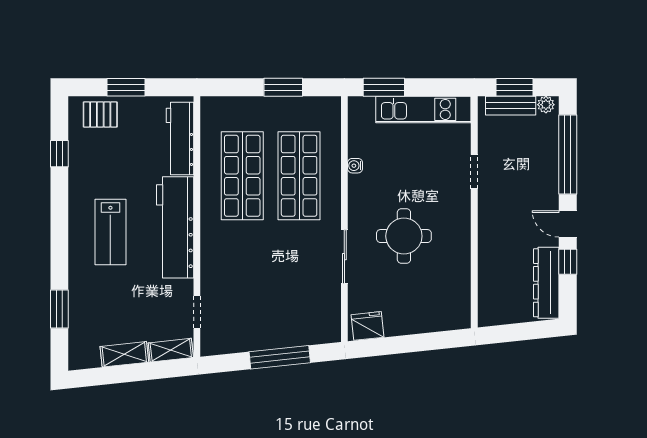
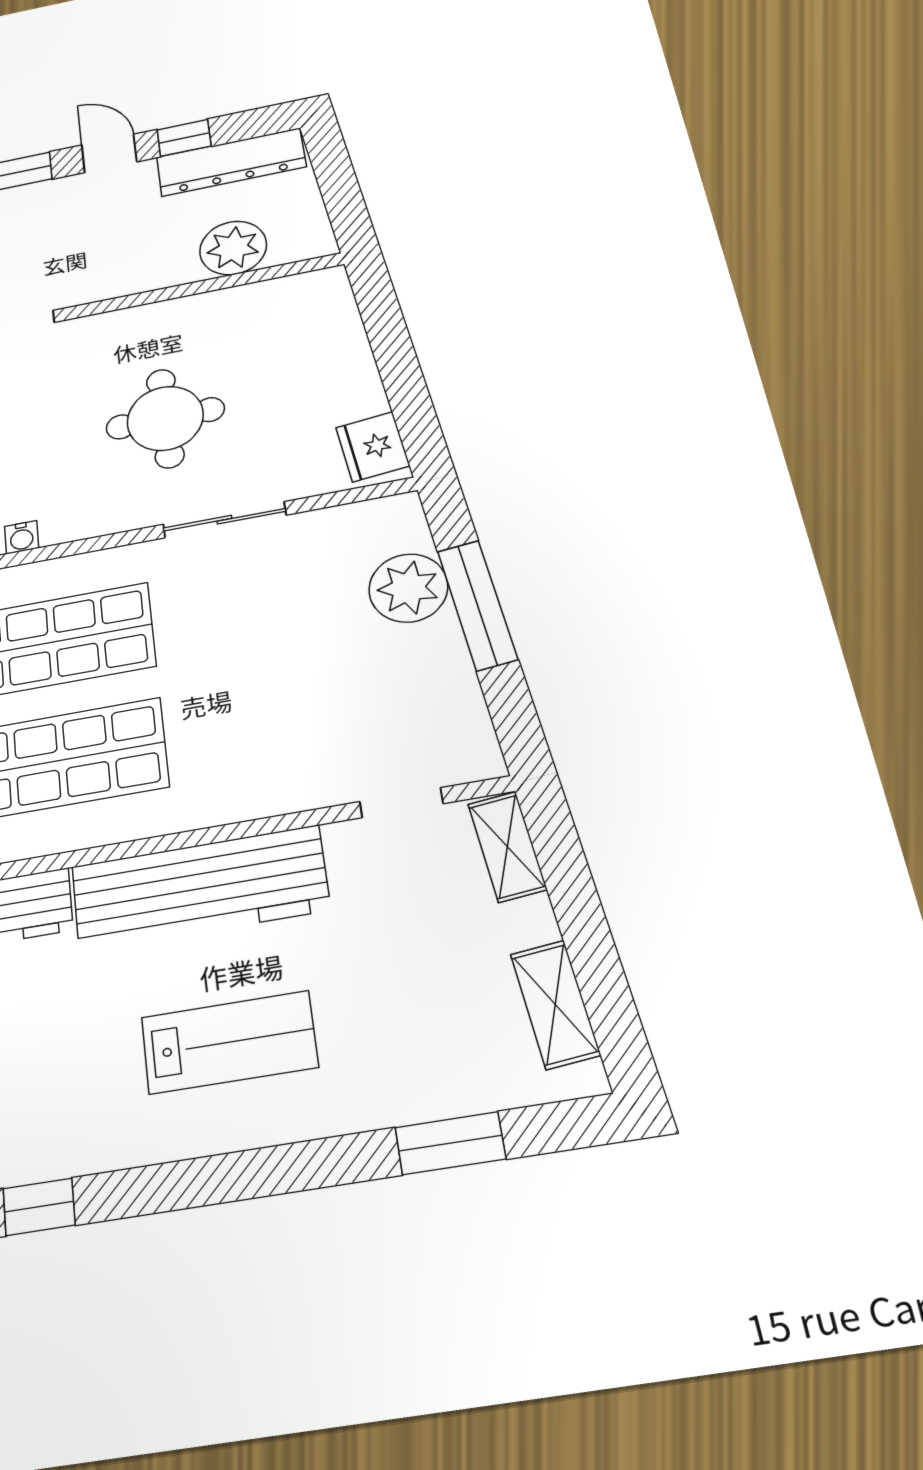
door: (568, 224) -> (109, 153), swing flipped
plant: (493, 278) -> (233, 248), added
plant: (294, 330) -> (408, 588), added
shelving: (124, 354) -> (555, 1004), moved

